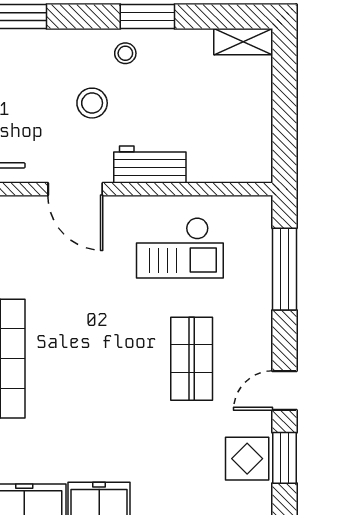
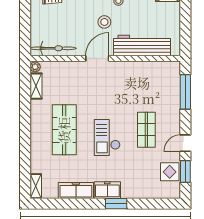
workbench: (150, 165) -> (142, 45), width x1.88, depth x1.32
door: (75, 189) -> (97, 58), swing flipped
checkout: (180, 248) -> (107, 137), moved, turned 90

